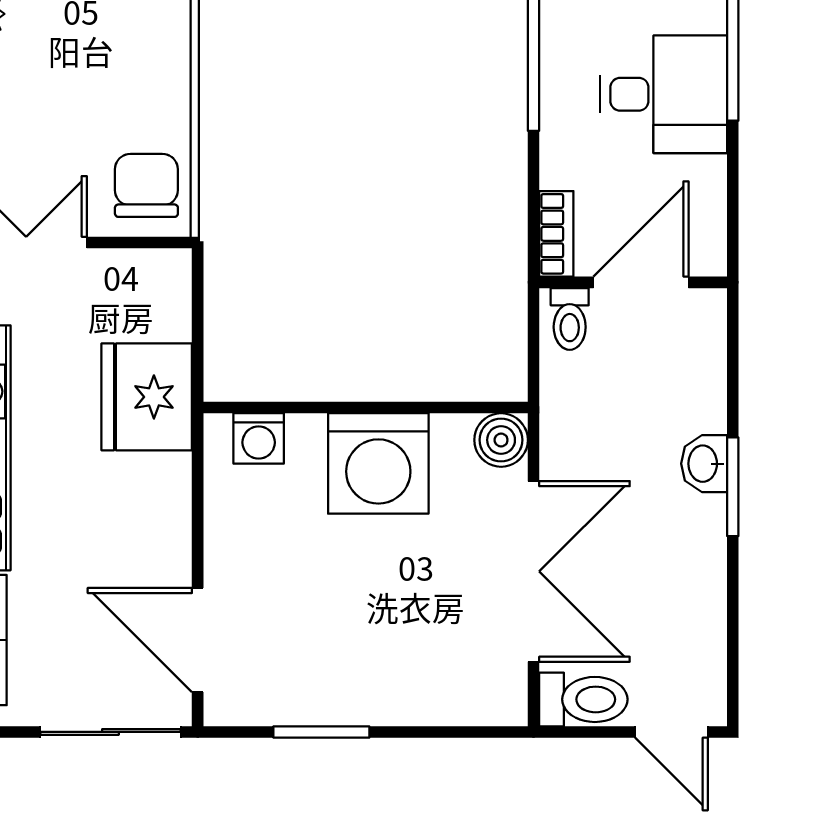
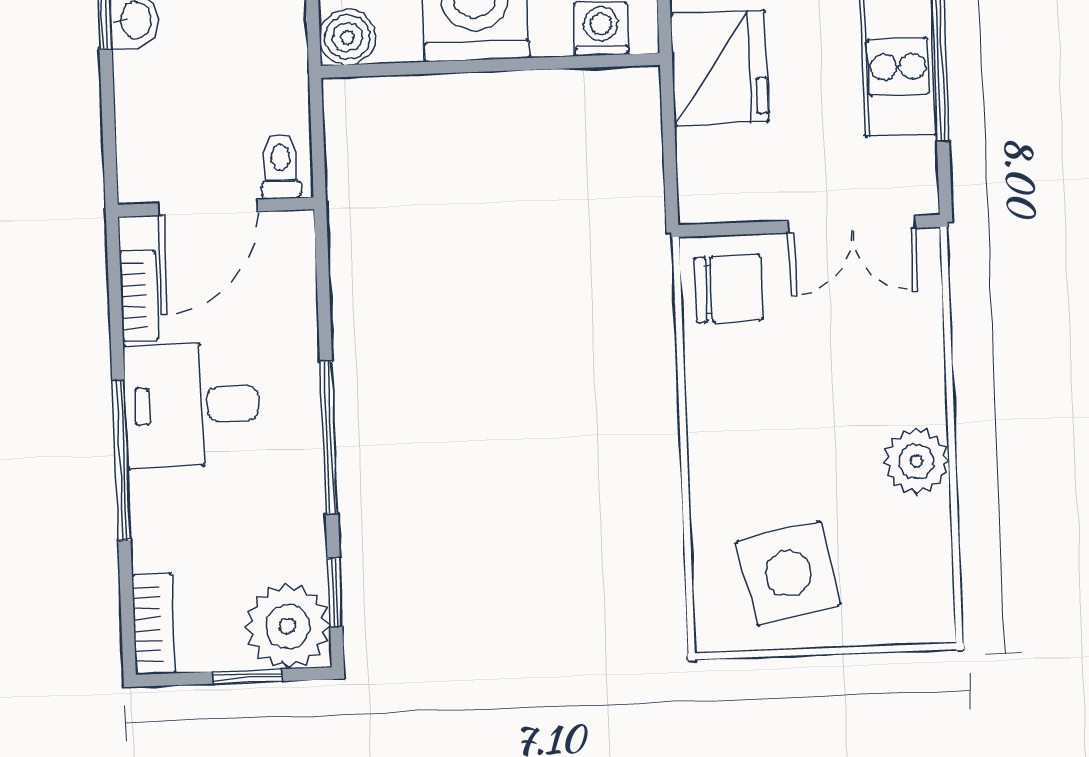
chair: (146, 185) -> (728, 289), turned -90
bookcase: (556, 234) -> (139, 296), moved, turned 180

